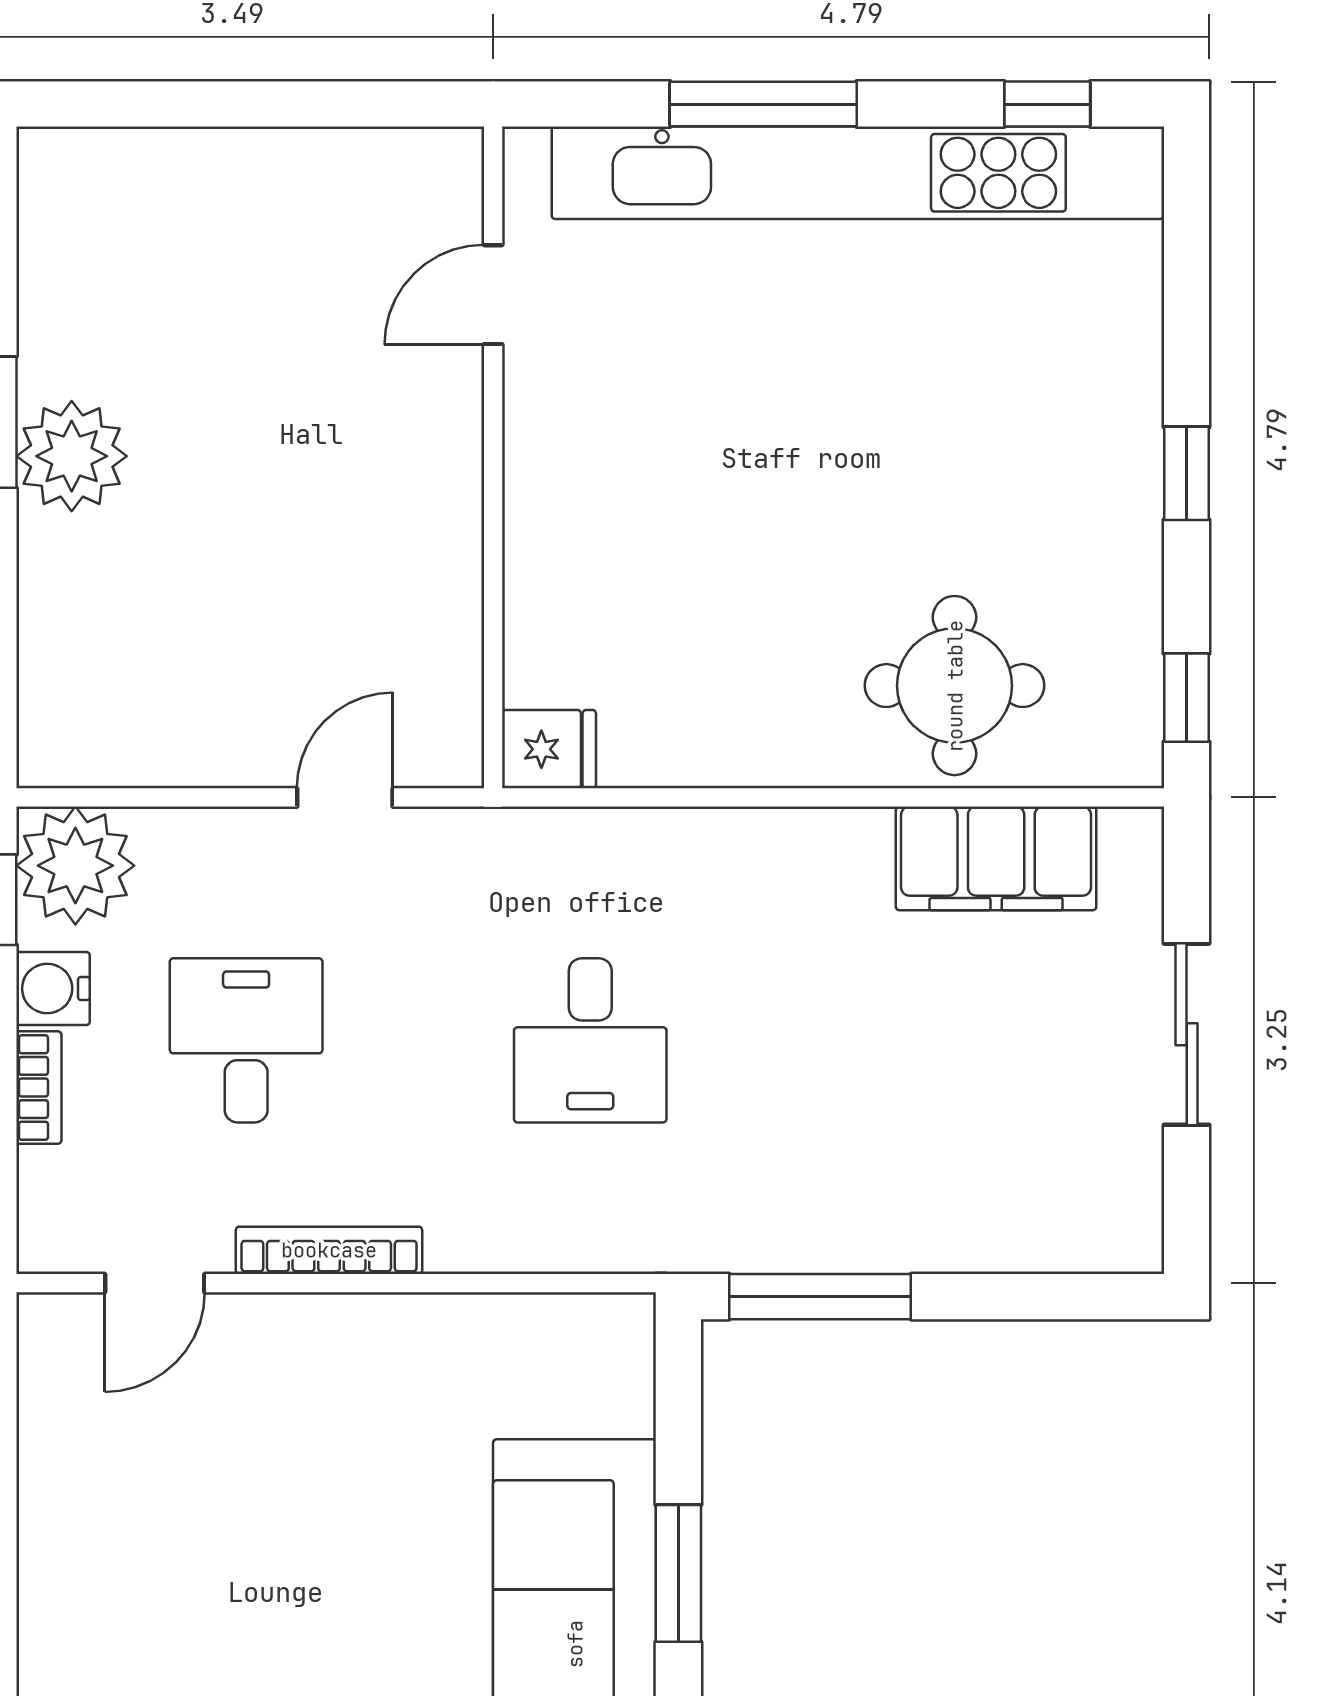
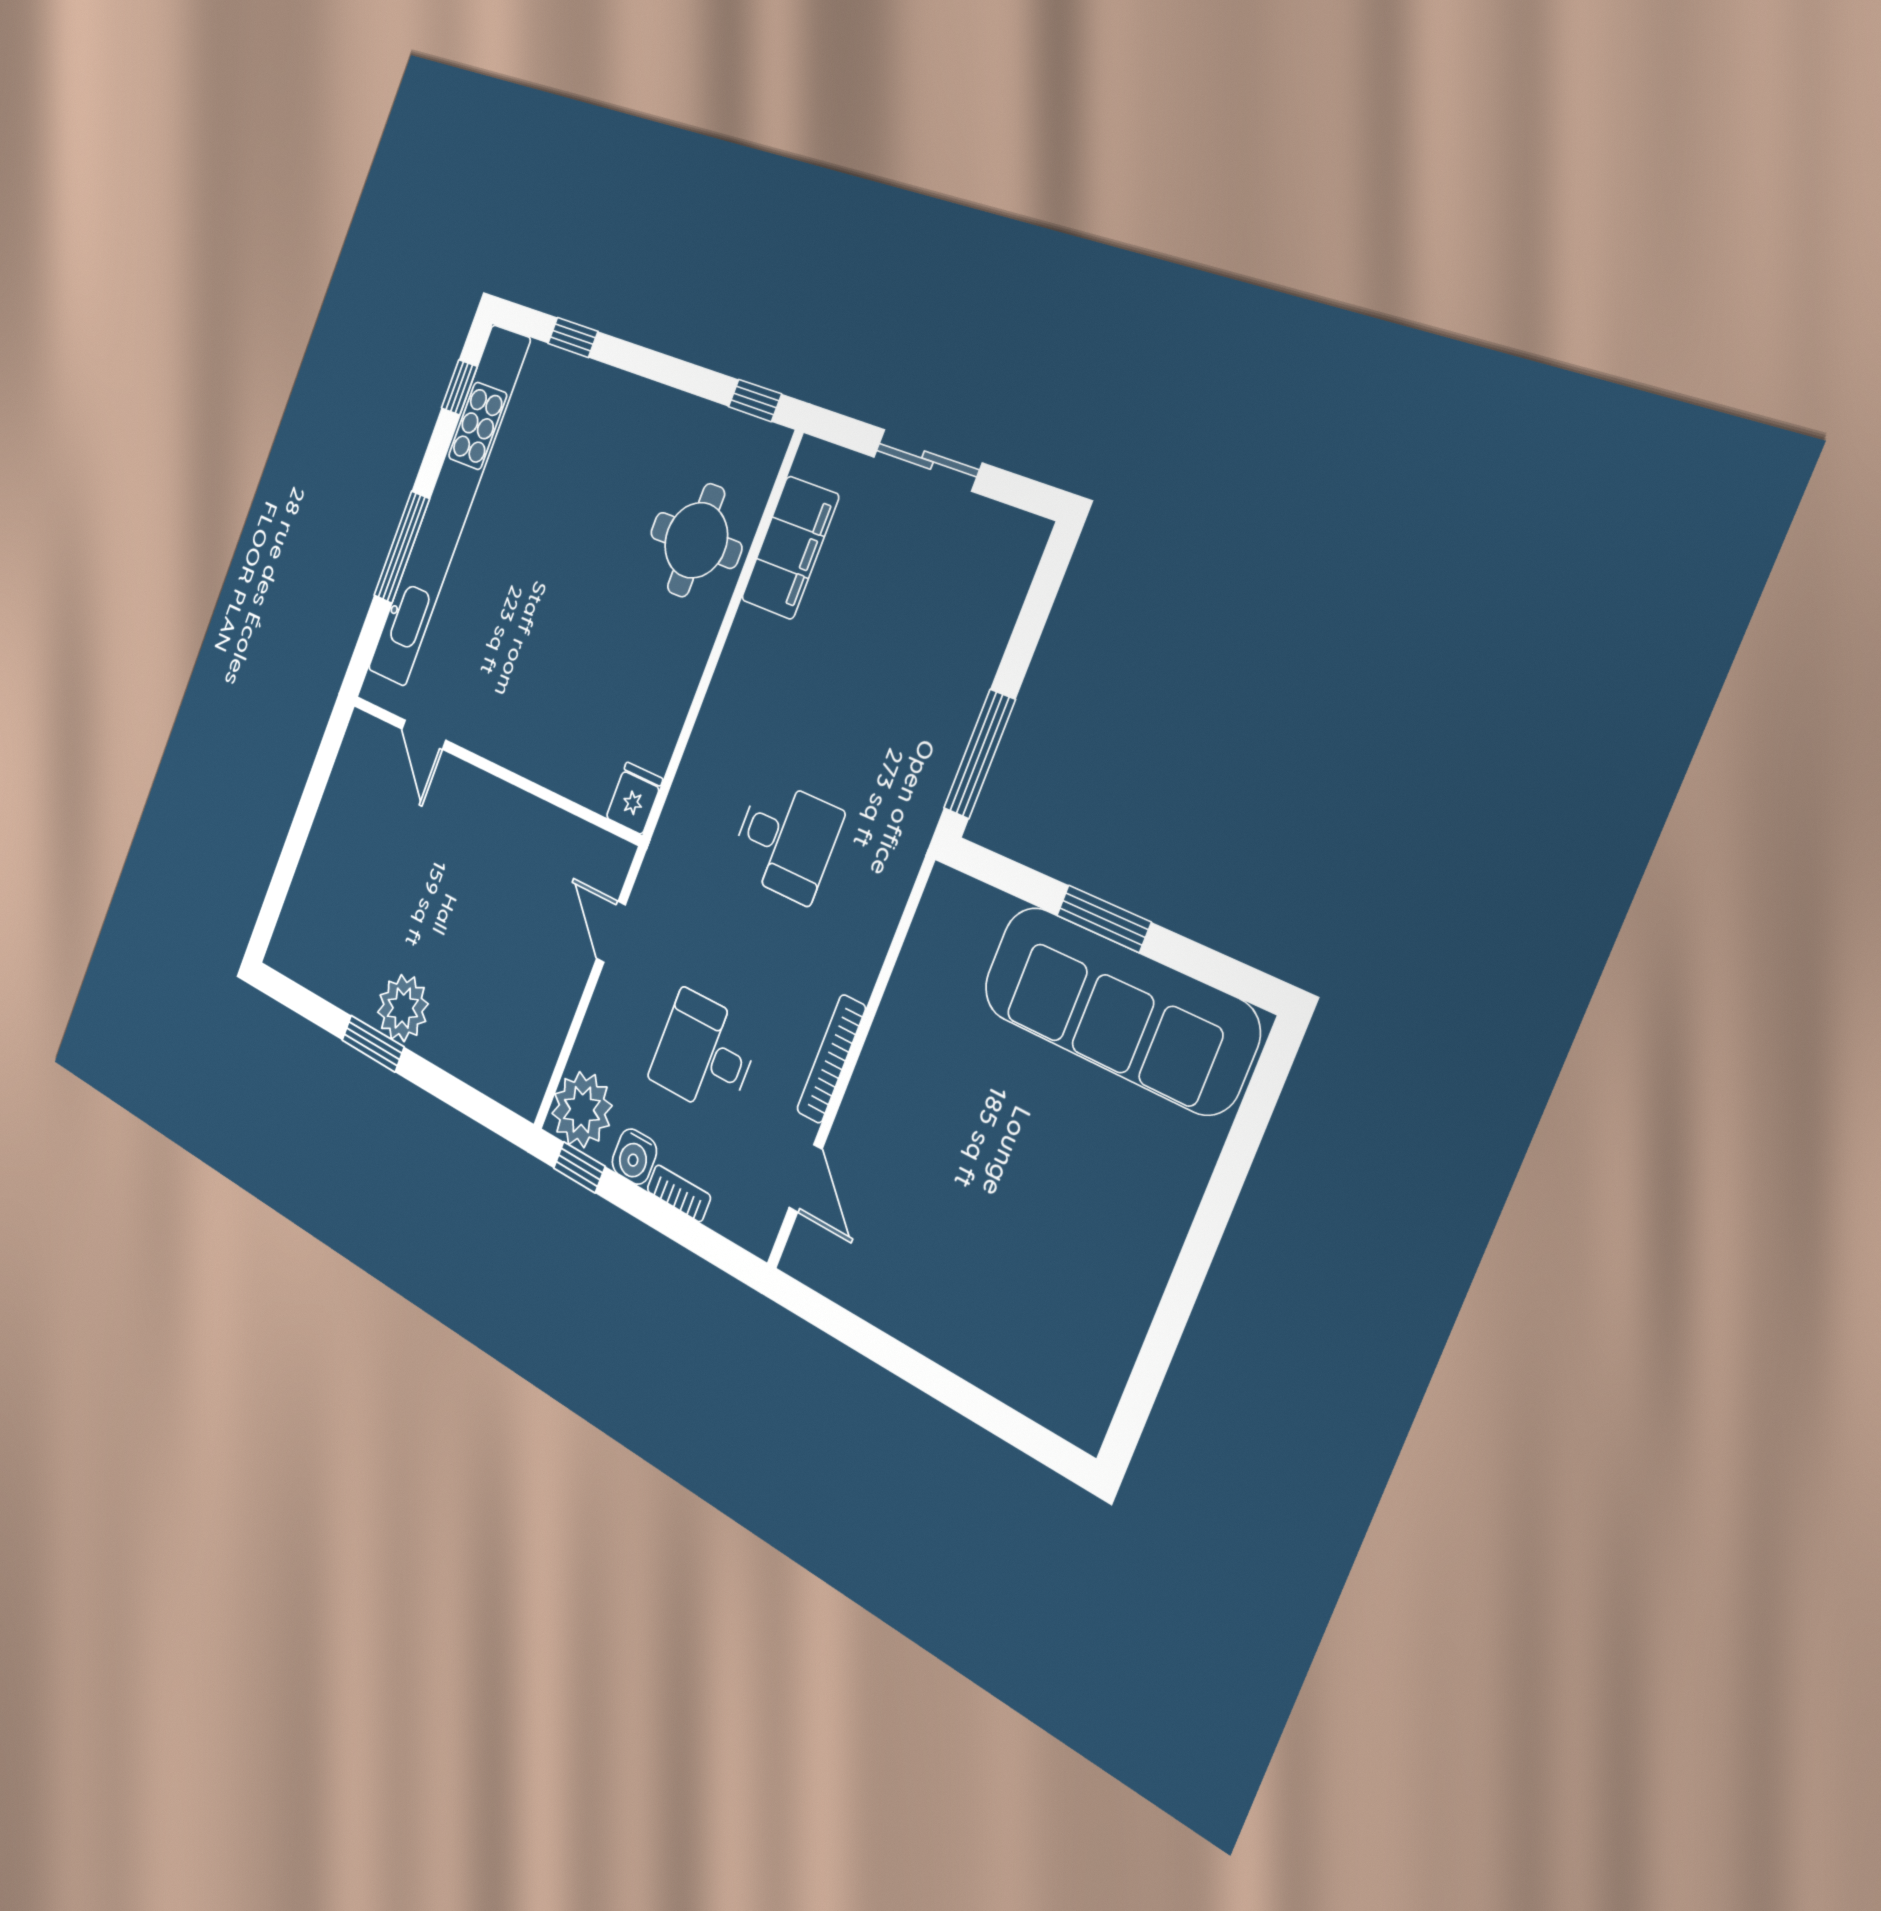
window: (1187, 473) -> (573, 337), moved

